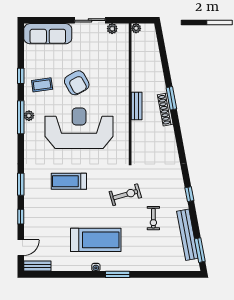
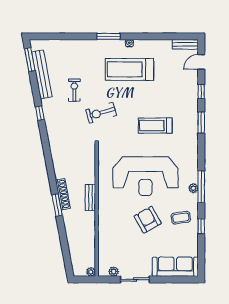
treadmill: (69, 181) -> (155, 126), turned 180

